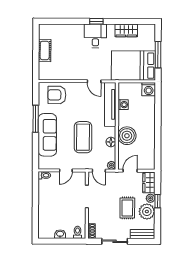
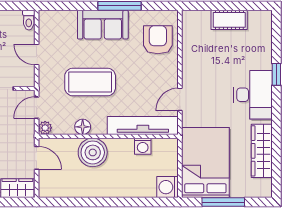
window: (96, 21) -> (276, 74), moved
wardrobe: (126, 30) -> (262, 151), width x1.50
desk: (95, 36) -> (253, 95), width x1.37
sofa: (47, 135) -> (103, 25), width x0.73

